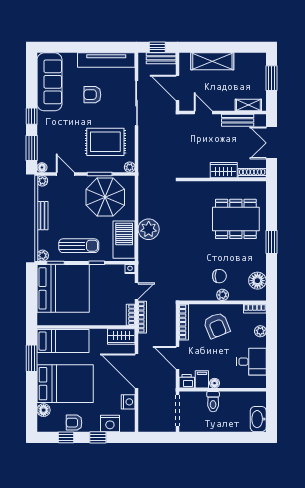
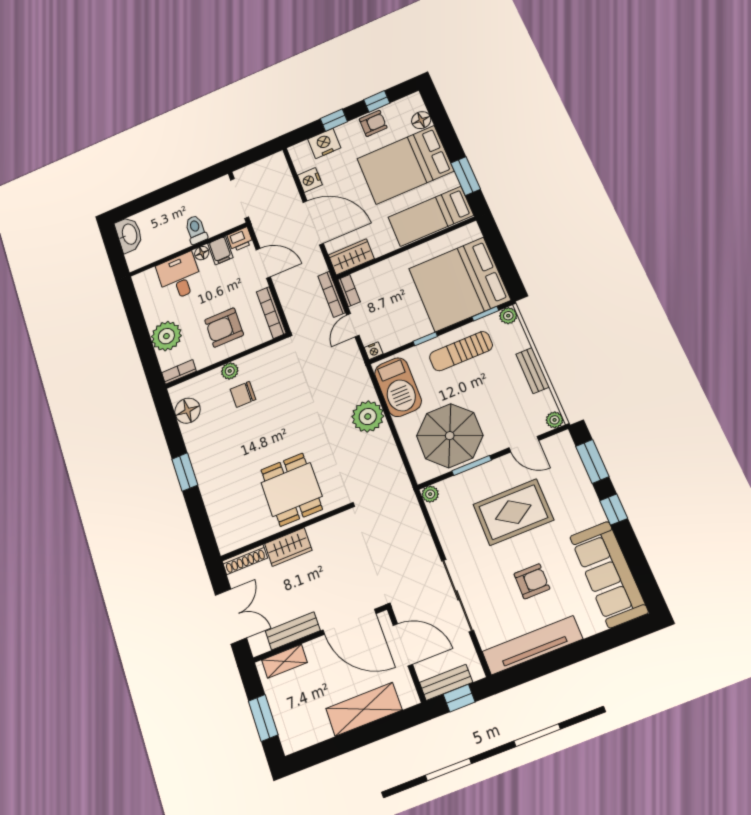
door: (203, 113) -> (350, 622), width x1.87
rug: (105, 142) -> (513, 512), moved
floor lamp: (42, 167) -> (564, 439), removed
dining table: (236, 219) -> (292, 490), moved, width x0.73
armchair: (217, 325) -> (224, 328), turned -68
plant: (260, 331) -> (166, 336), width x1.88, depth x1.88
desk: (251, 362) -> (179, 277), moved, turned 90

